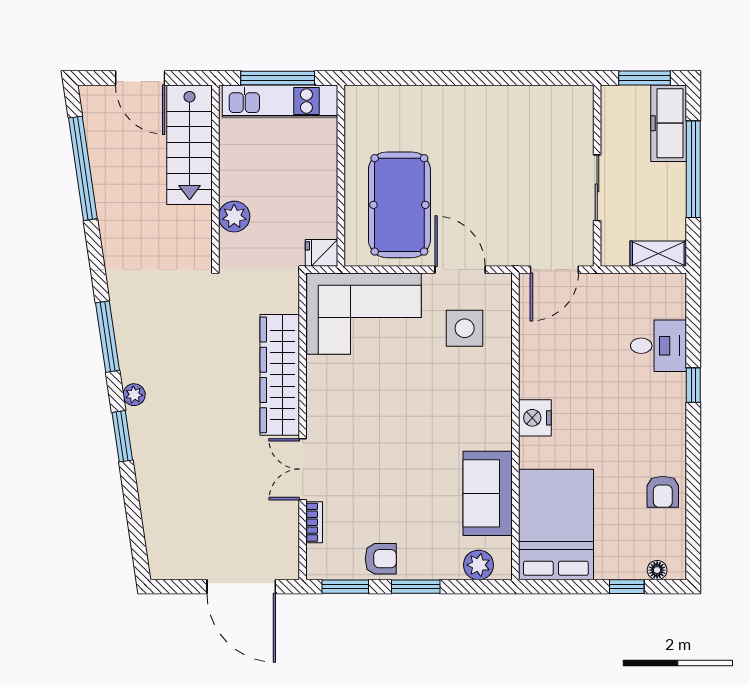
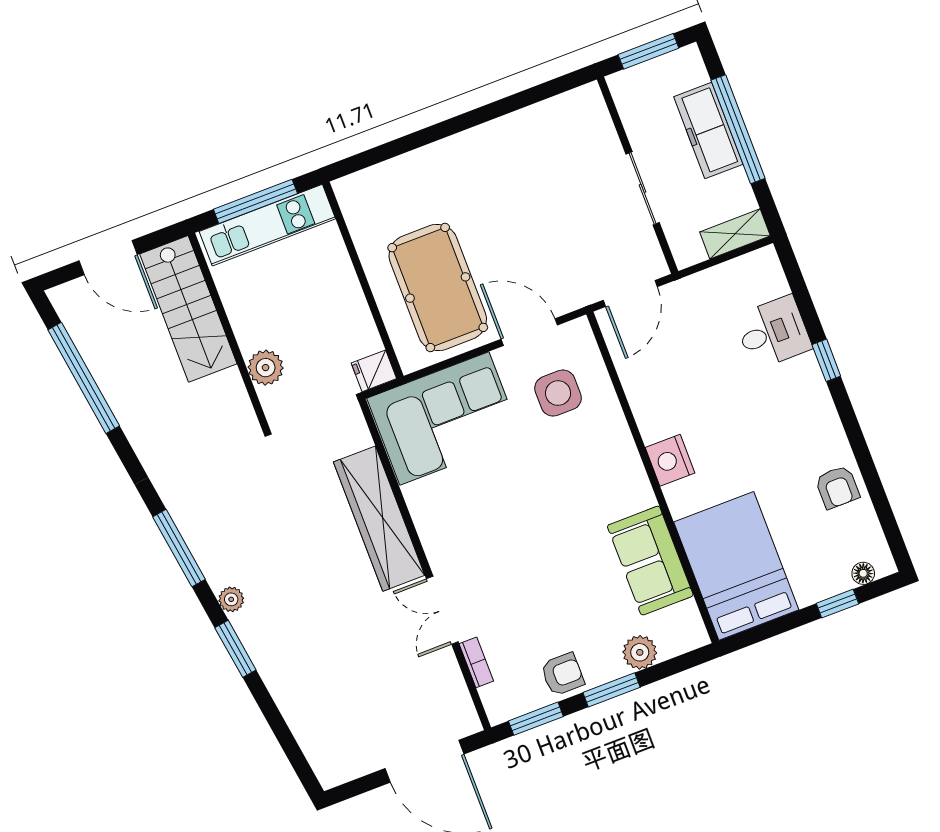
freezer: (669, 123) -> (708, 131), moved
plant: (478, 565) -> (640, 652), moved

